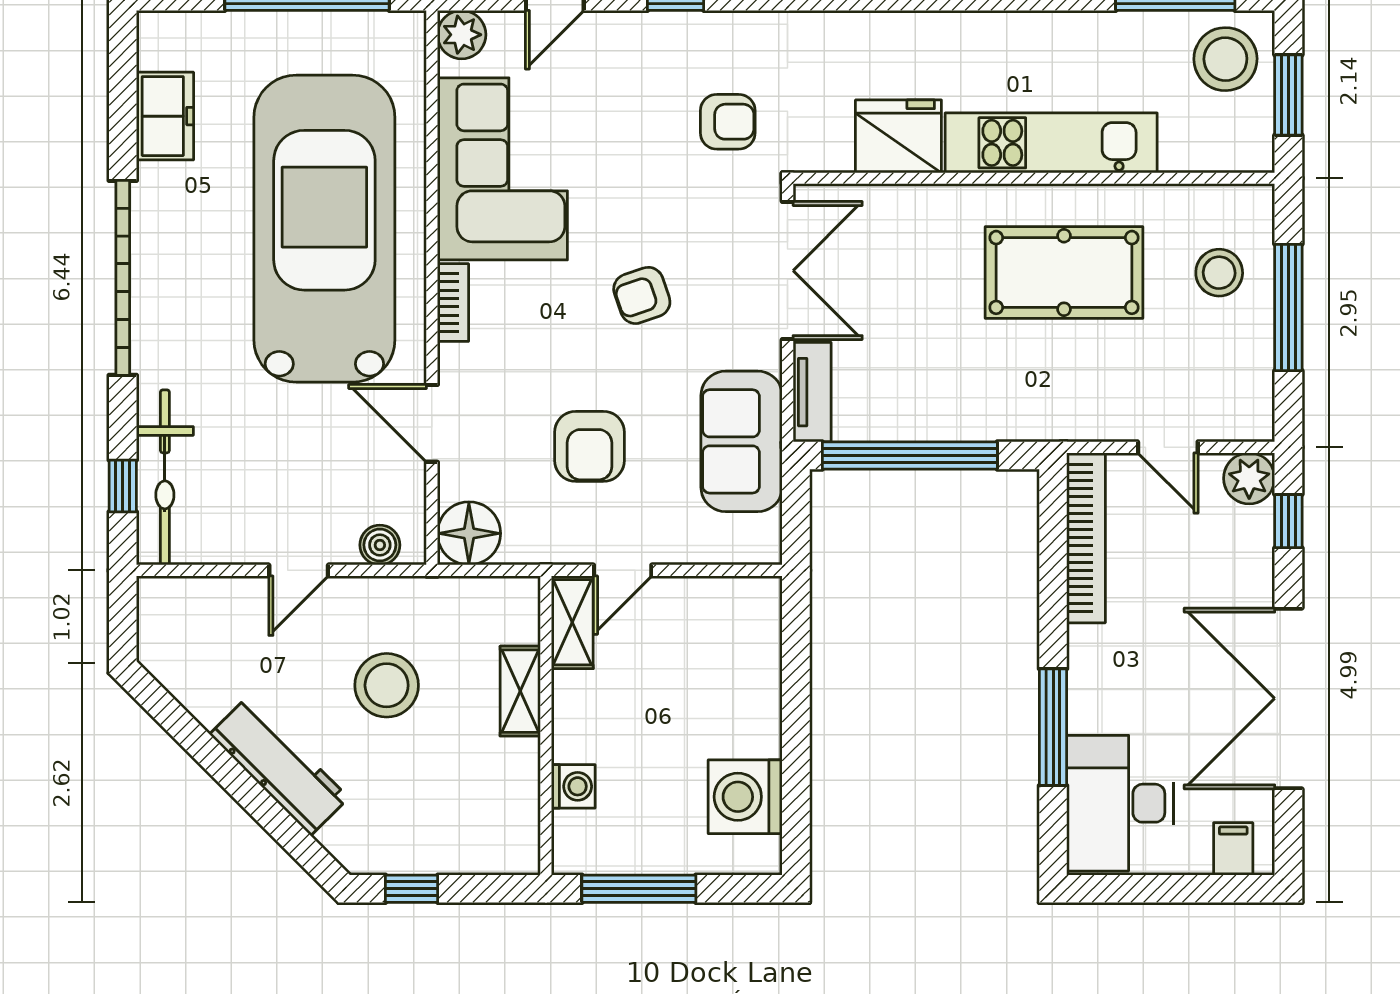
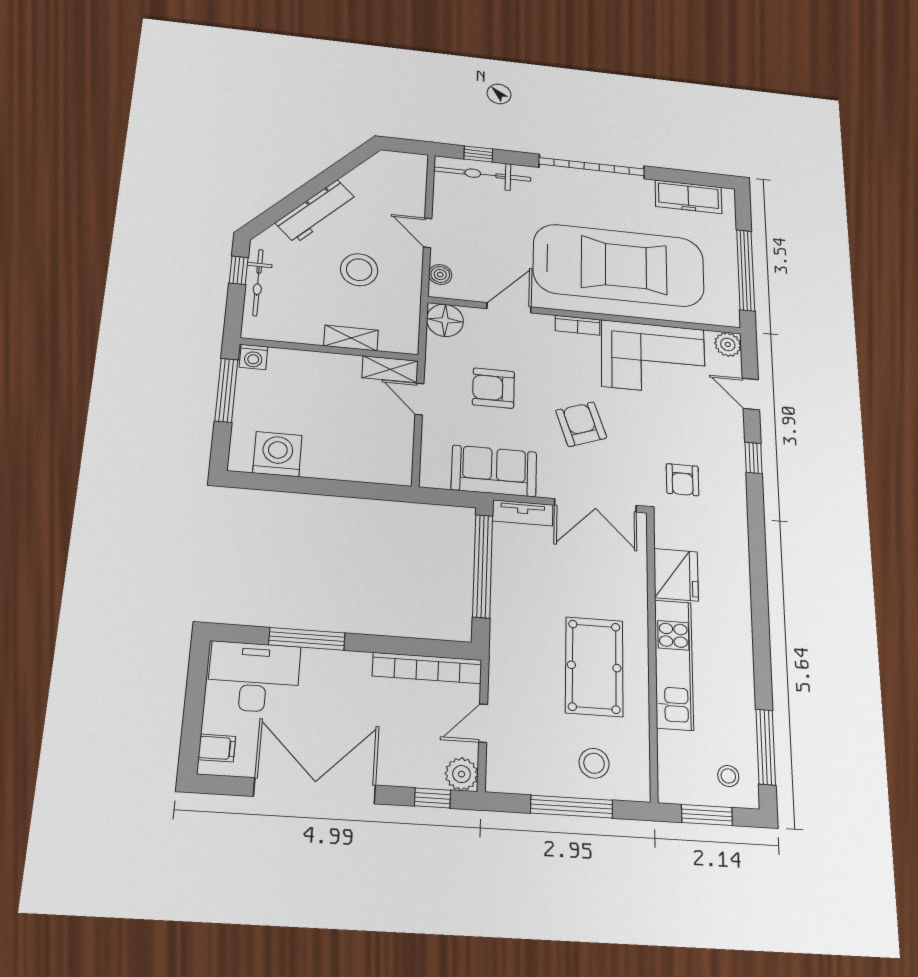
stool: (1225, 59) -> (728, 776), width x0.53, depth x0.53
freezer: (165, 116) -> (688, 197), width x1.40
armchair: (642, 295) -> (581, 424), width x1.38, depth x1.38
washing machine: (573, 786) -> (253, 357), moved
bicycle: (431, 854) -> (258, 283), added

